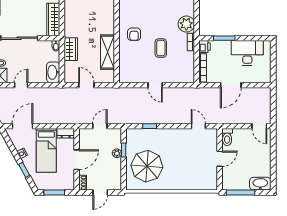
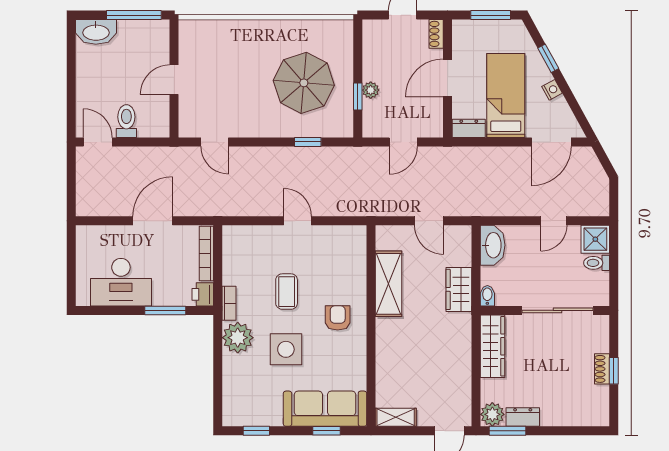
side table: (161, 18) -> (286, 349), added
toilet: (227, 137) -> (126, 121), moved
parasol: (147, 166) -> (304, 83), moved

